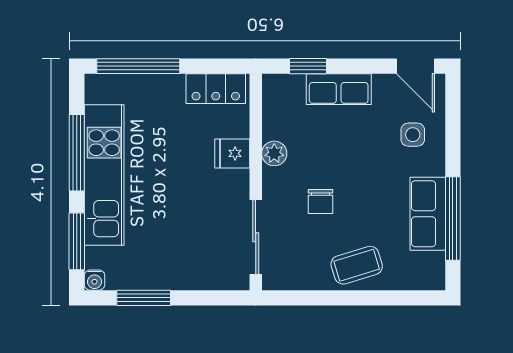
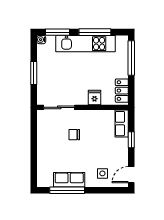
window: (308, 66) -> (131, 140), moved
row of seats: (339, 89) -> (122, 124), moved
plant: (274, 153) -> (95, 115), removed
coffee table: (357, 265) -> (48, 150), removed
window: (144, 298) -> (34, 73), moved

